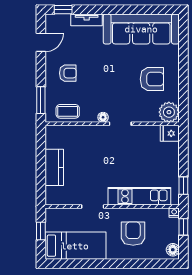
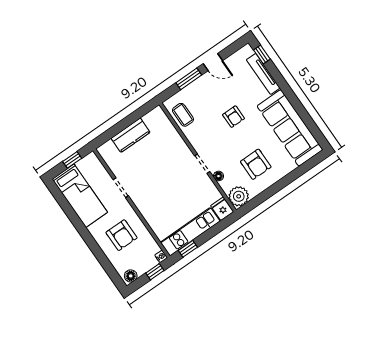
tv unit: (87, 20) -> (263, 74), width x1.41
door: (41, 42) -> (213, 62), moved
armchair: (68, 73) -> (234, 117), moved
window: (41, 100) -> (189, 79), moved
floor lamp: (103, 117) -> (218, 176), moved
kitchen unit: (139, 196) -> (190, 232), moved, turned -90
armchair: (133, 234) -> (122, 235), turned 90

